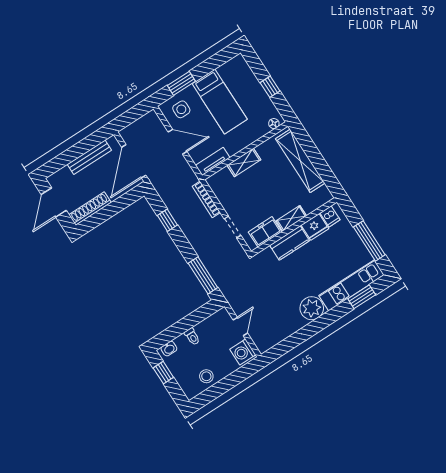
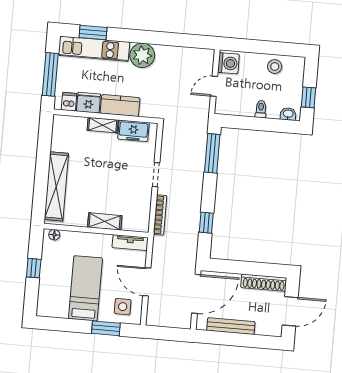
dishwasher: (330, 216) -> (69, 102), moved
shelving: (291, 218) -> (103, 125), moved
wall: (294, 227) -> (106, 116), moved
fridge: (315, 227) -> (88, 103), moved
freezer: (265, 232) -> (133, 131), moved
kitchen counter: (290, 243) -> (120, 106), moved

